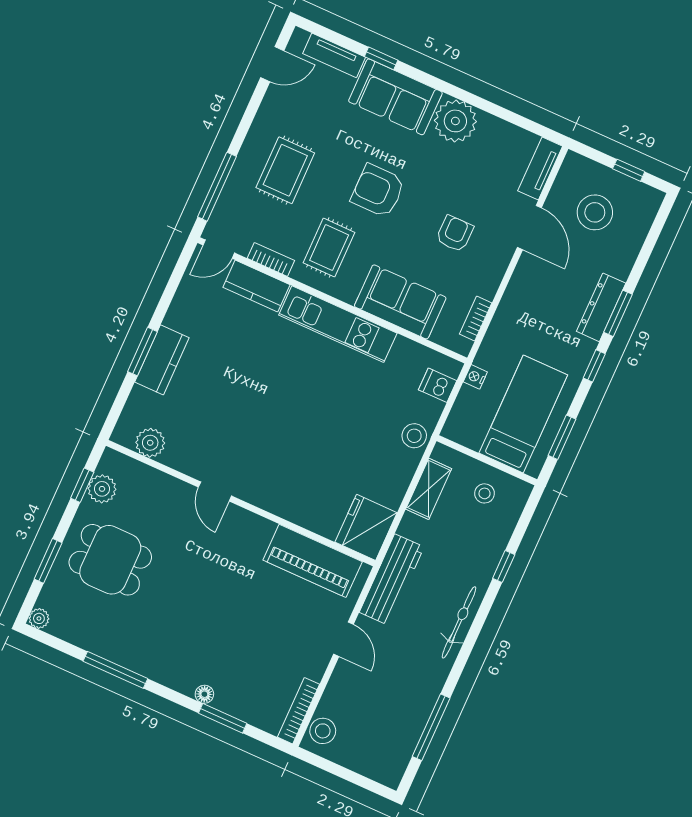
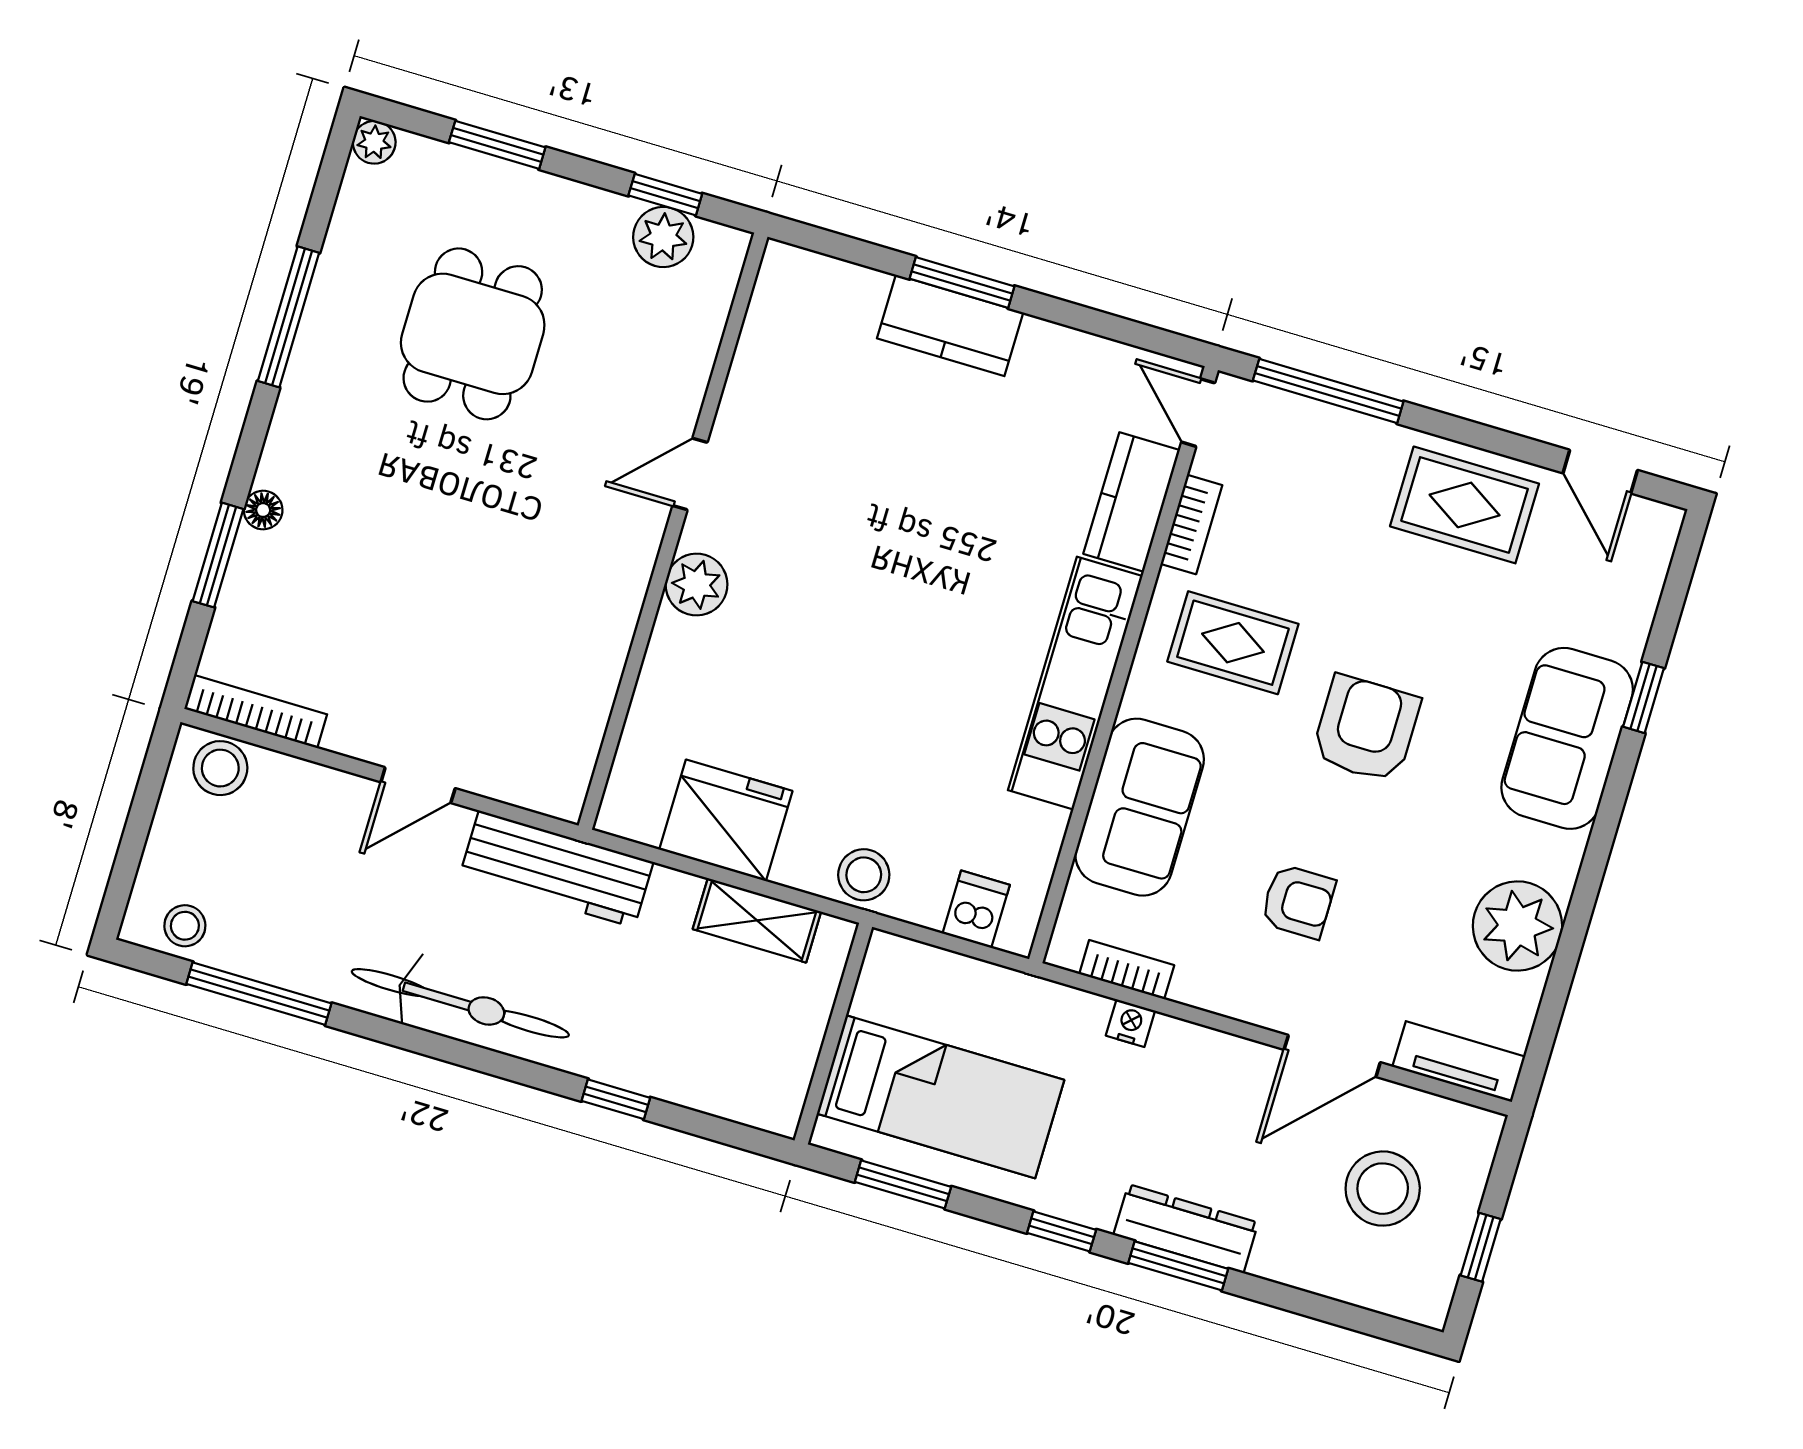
tv unit: (334, 55) -> (1636, 598), removed
plant: (455, 121) -> (1517, 926), moved
rug: (285, 170) -> (1465, 505), moved
nightstand: (475, 377) -> (1130, 1023), moved
plant: (150, 443) -> (697, 585), moved
stool: (485, 493) -> (185, 926), moved
fridge: (366, 527) -> (726, 820), moved
dining table: (110, 560) -> (473, 334), moved
piano: (313, 561) -> (573, 698), removed
bicycle: (459, 622) -> (460, 1003), width x1.37, depth x1.40

